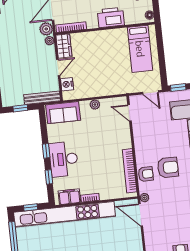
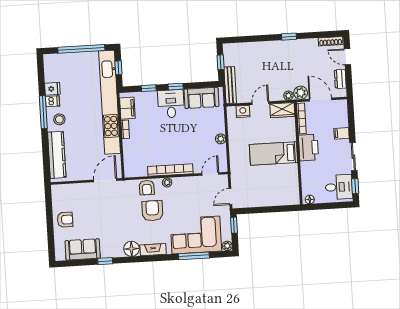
printer: (111, 17) -> (308, 148), moved
bed: (140, 49) -> (273, 154), moved
door: (58, 68) -> (260, 103), swing flipped
sofa: (63, 113) -> (201, 98), moved, turned -90
desk: (64, 159) -> (171, 104), width x0.73
armchair: (168, 167) -> (152, 211), turned 180
bookcase: (130, 171) -> (170, 170), moved
plant: (144, 198) -> (167, 182), moved

